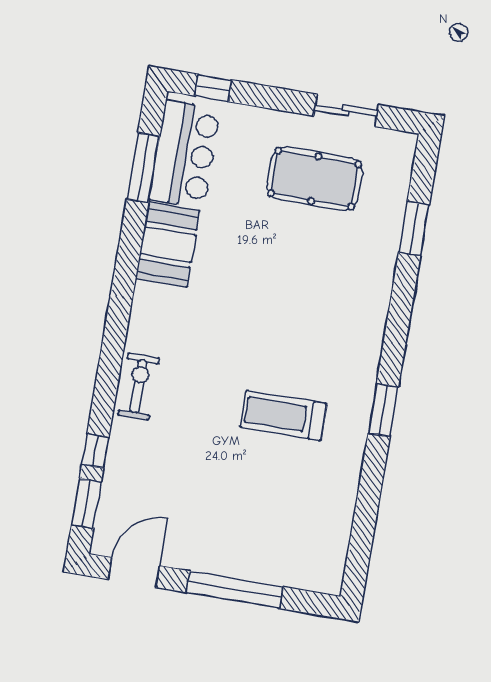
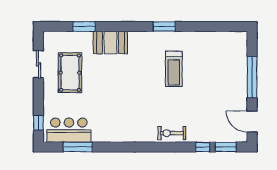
booth: (168, 244) -> (110, 43), moved

